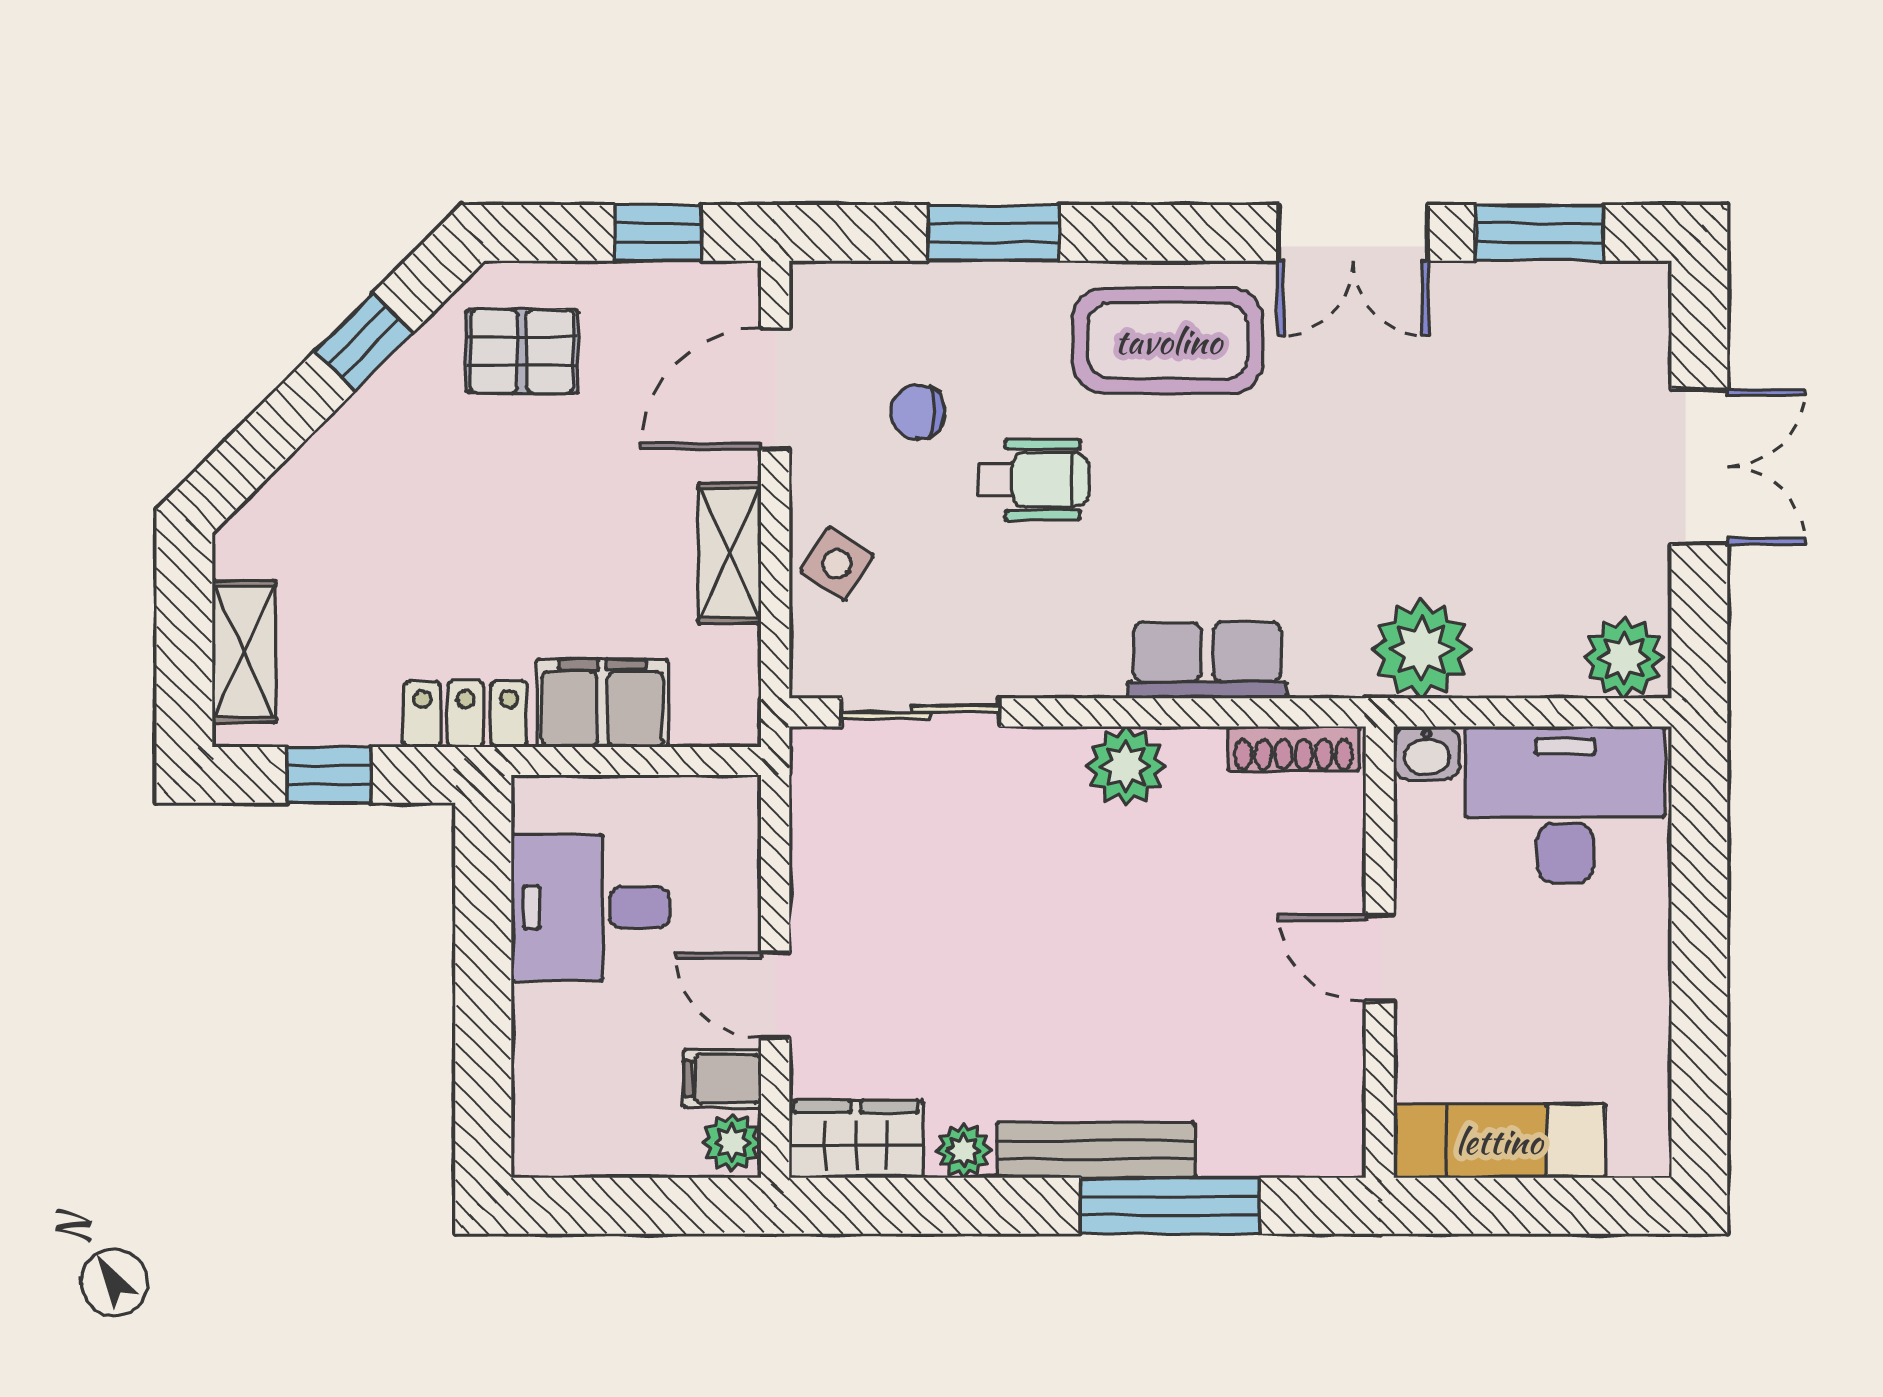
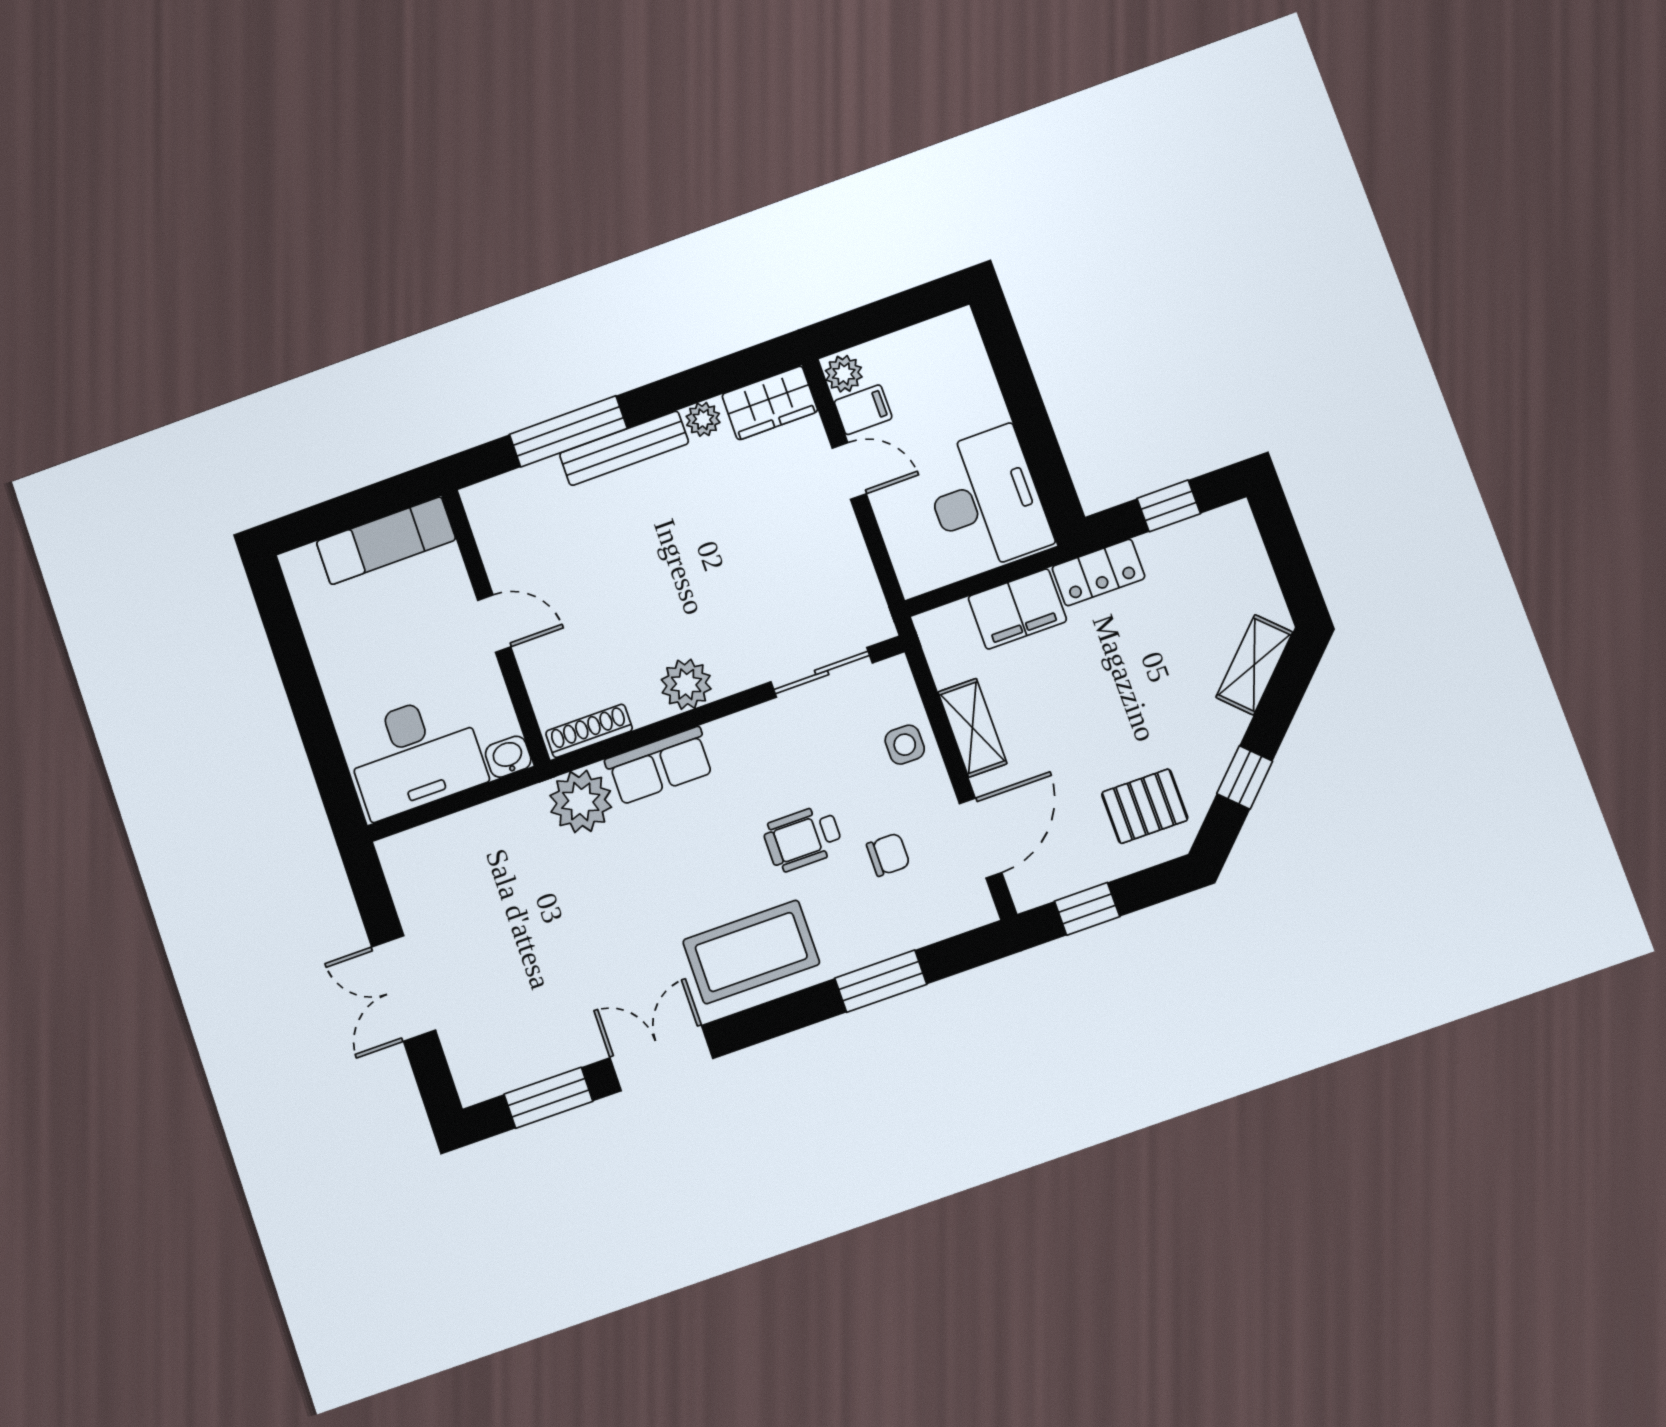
side table: (837, 564) -> (905, 745), turned -33
plant: (1421, 649) -> (581, 801), moved
shelving: (244, 652) -> (1254, 665), moved, turned 45
plant: (1624, 658) -> (410, 856), removed
desk: (590, 907) -> (986, 500), width x1.37

